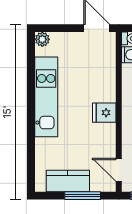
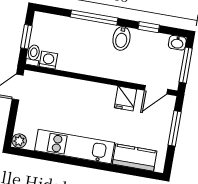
fridge: (104, 113) -> (126, 99), moved
kitchen counter: (68, 181) -> (135, 158), moved, turned 90

